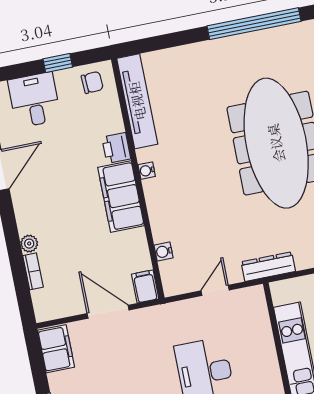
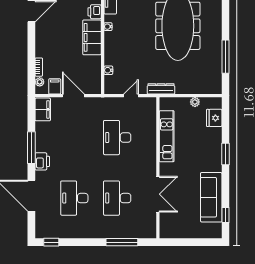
plant: (29, 244) -> (40, 82), moved
filing cabinet: (145, 286) -> (55, 86), moved

